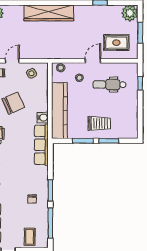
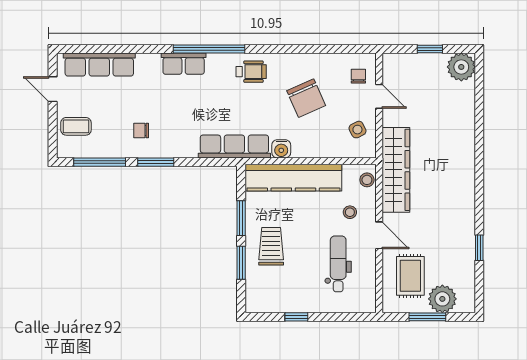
wardrobe: (49, 13) -> (396, 170), moved, turned 180
plant: (130, 13) -> (442, 299), moved
window: (140, 83) -> (296, 317), moved
trolley: (99, 123) -> (271, 246), turned 180

